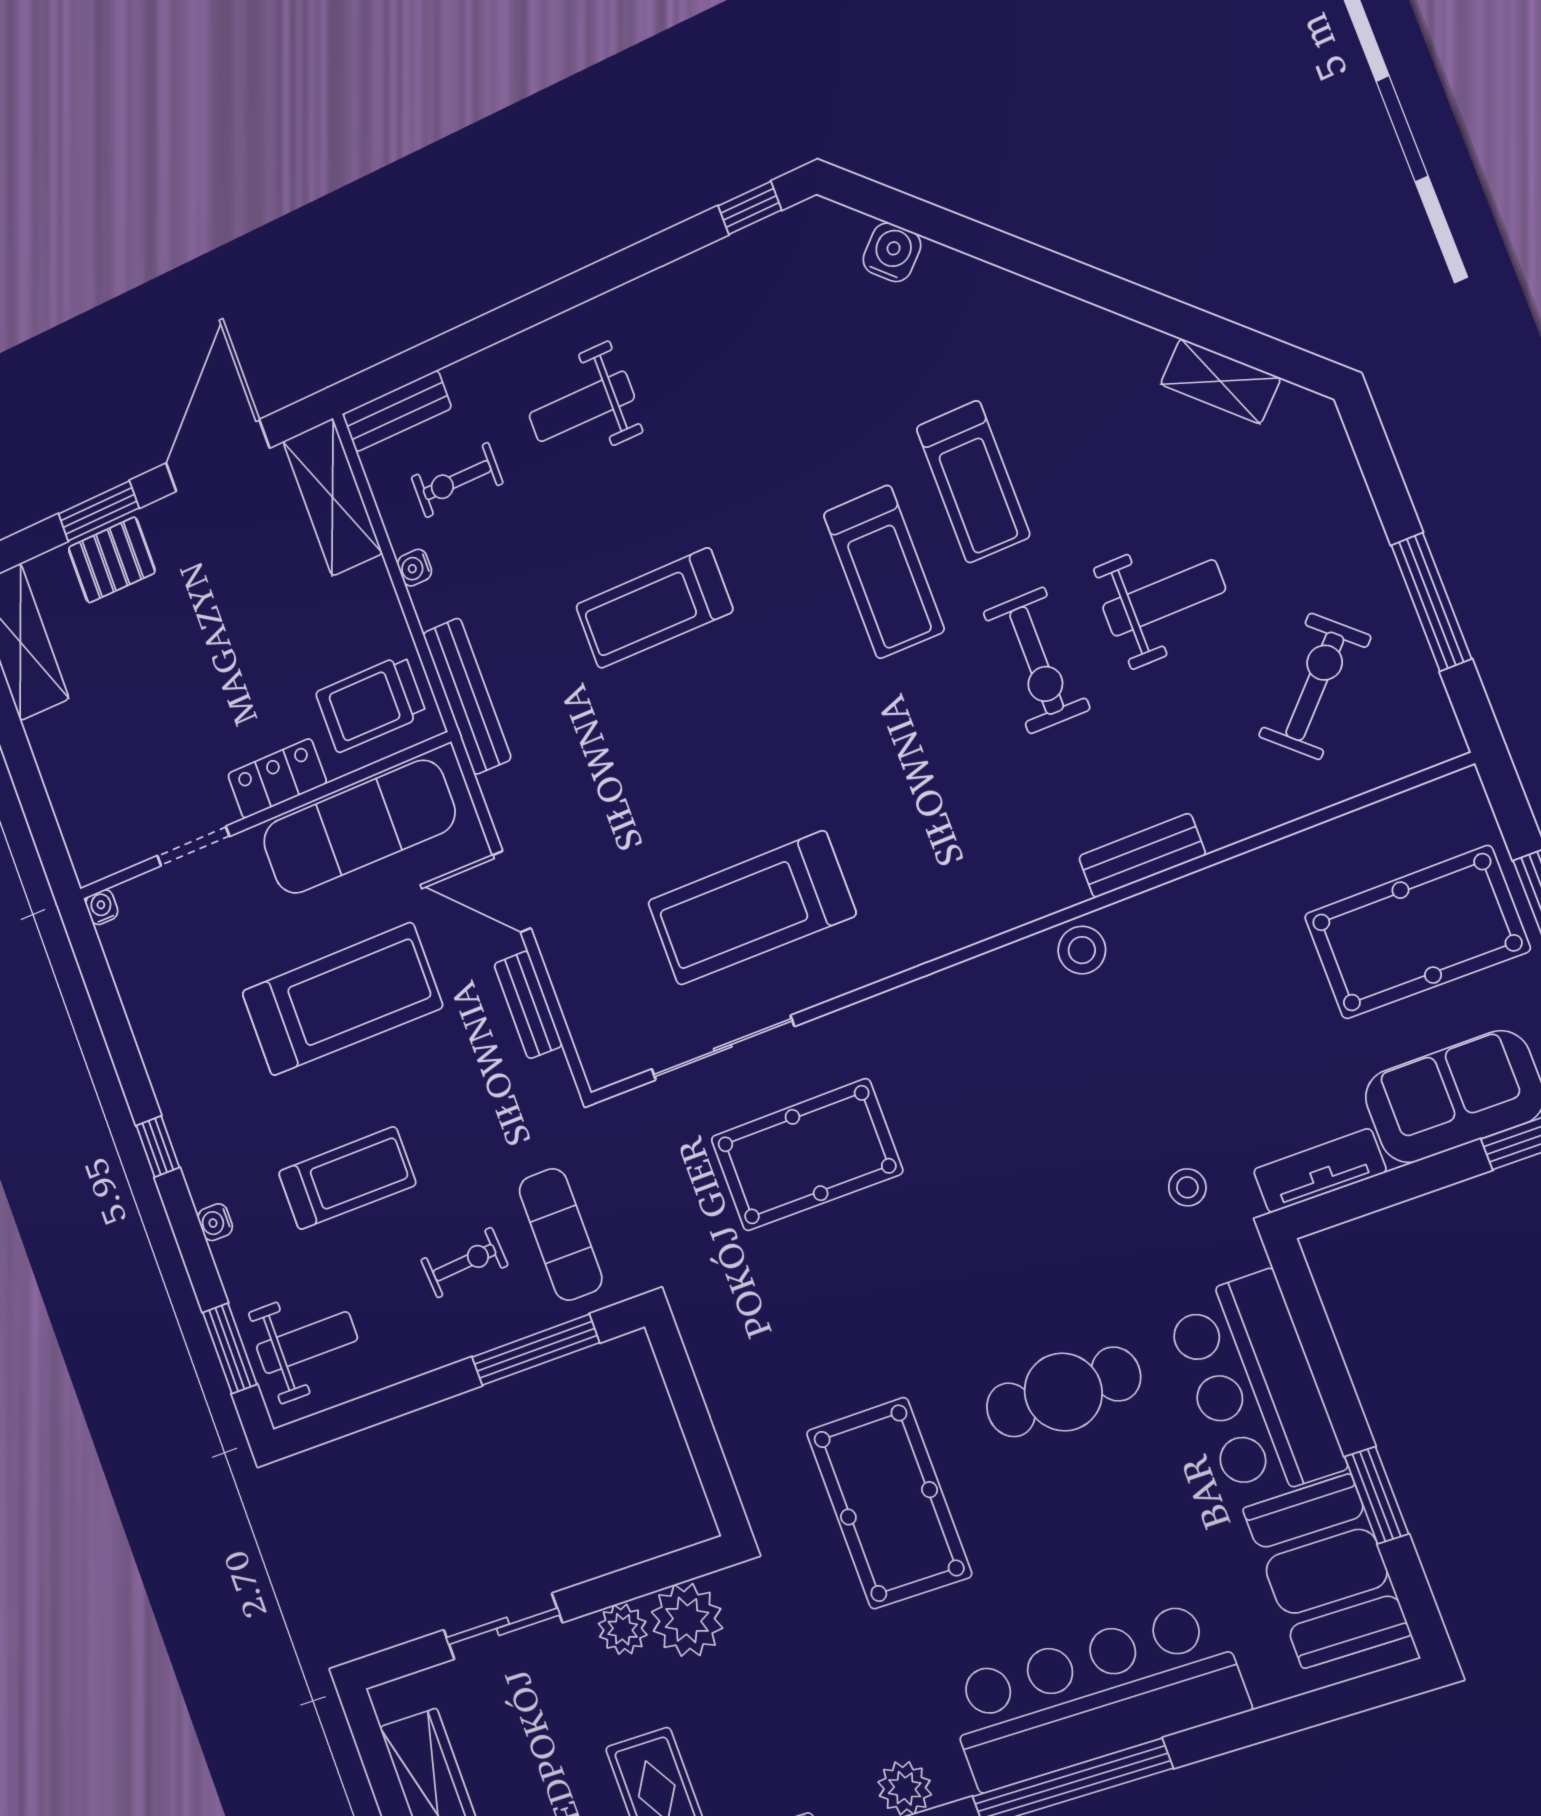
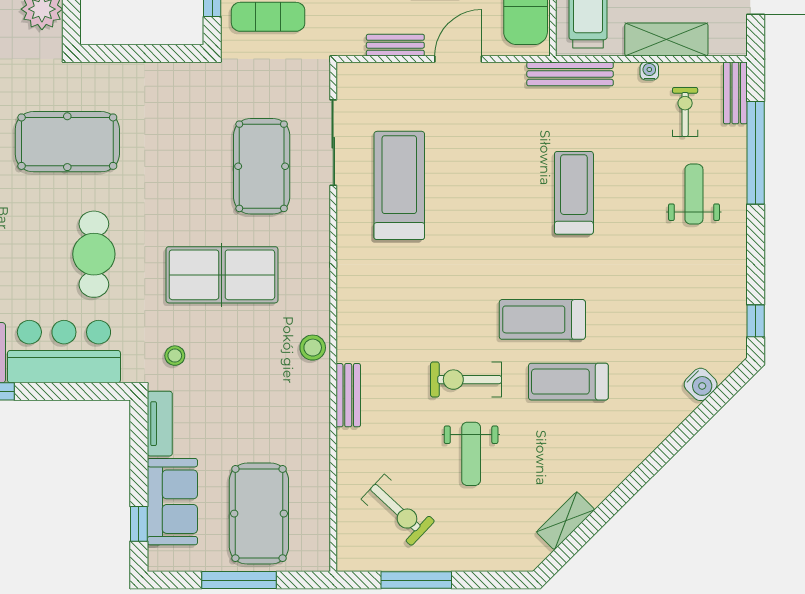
window: (478, 334) -> (756, 153), added
shelving: (333, 497) -> (666, 40), moved
table tennis table: (1015, 1156) -> (222, 275), added

